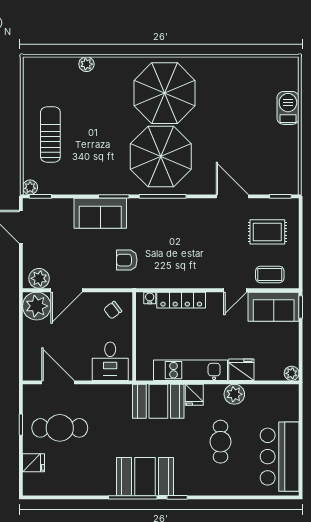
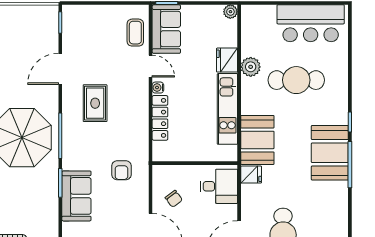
rug: (267, 232) -> (95, 103), moved
water cooler: (150, 298) -> (158, 88), moved
chair: (113, 310) -> (174, 199), moved
fridge: (194, 395) -> (251, 175), moved
cafe table: (221, 442) -> (296, 80), width x1.37, depth x1.35

